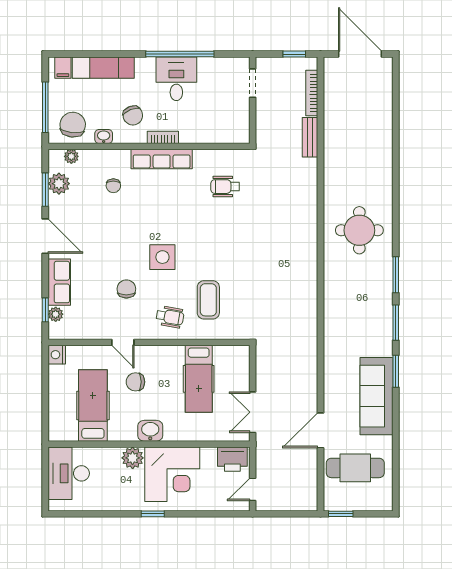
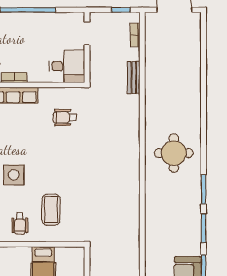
desk: (176, 79) -> (67, 66), moved, turned 90
bookcase: (312, 93) -> (135, 35), width x0.64
wheelchair: (170, 317) -> (20, 224), turned 80

